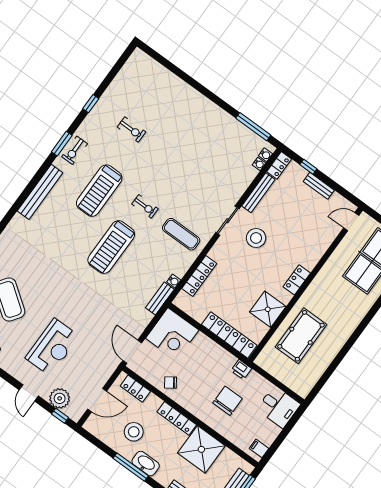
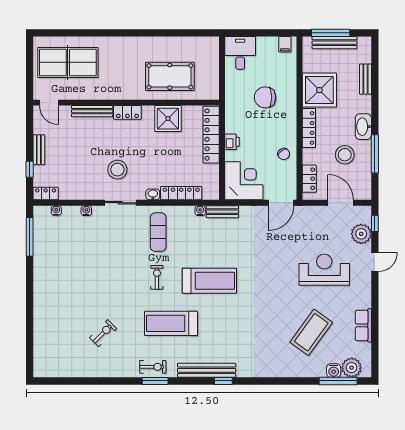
window: (91, 104) -> (223, 381), moved
exercise bike: (131, 130) -> (103, 333), turned 45
water cooler: (265, 155) -> (86, 211), moved
treadmill: (99, 191) -> (171, 323), turned 180
bench: (258, 193) -> (92, 111), moved
washbasin: (215, 252) -> (153, 194), added
printer: (241, 370) -> (232, 142), moved
window: (131, 467) -> (375, 154), moved

